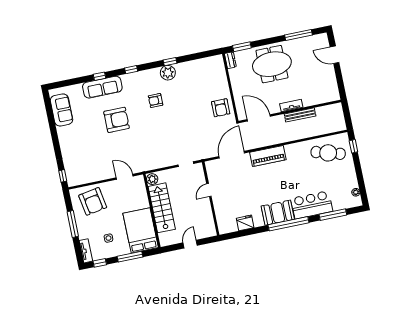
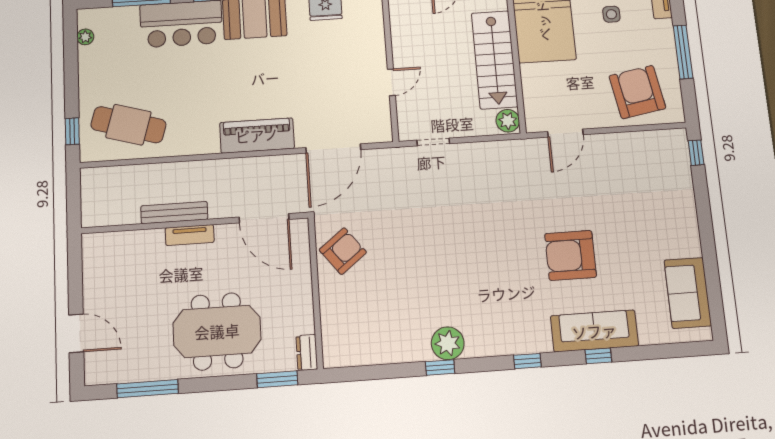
armchair: (156, 100) -> (482, 286), removed
armchair: (221, 108) -> (343, 251), turned 52
door: (125, 177) -> (565, 133), hinge flipped

